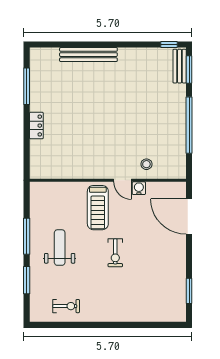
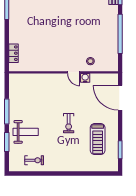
locker: (36, 126) -> (13, 53), moved
treadmill: (98, 208) -> (98, 139), moved
weight bench: (60, 248) -> (26, 132), moved, turned 90

